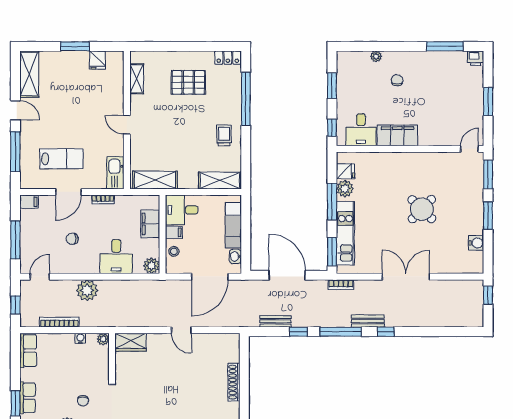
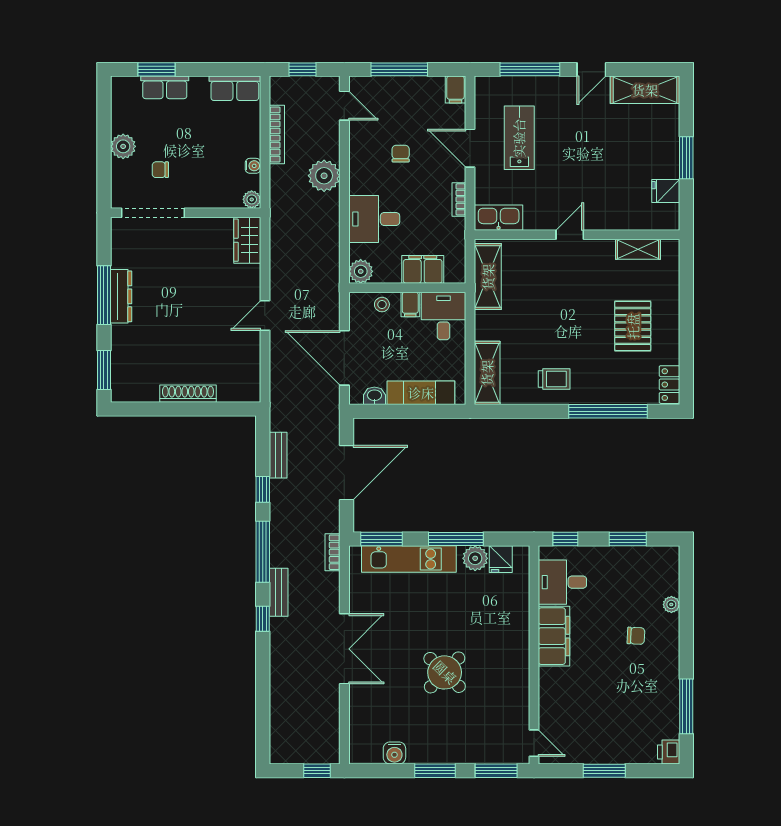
lab bench: (62, 159) -> (519, 138), turned 180

